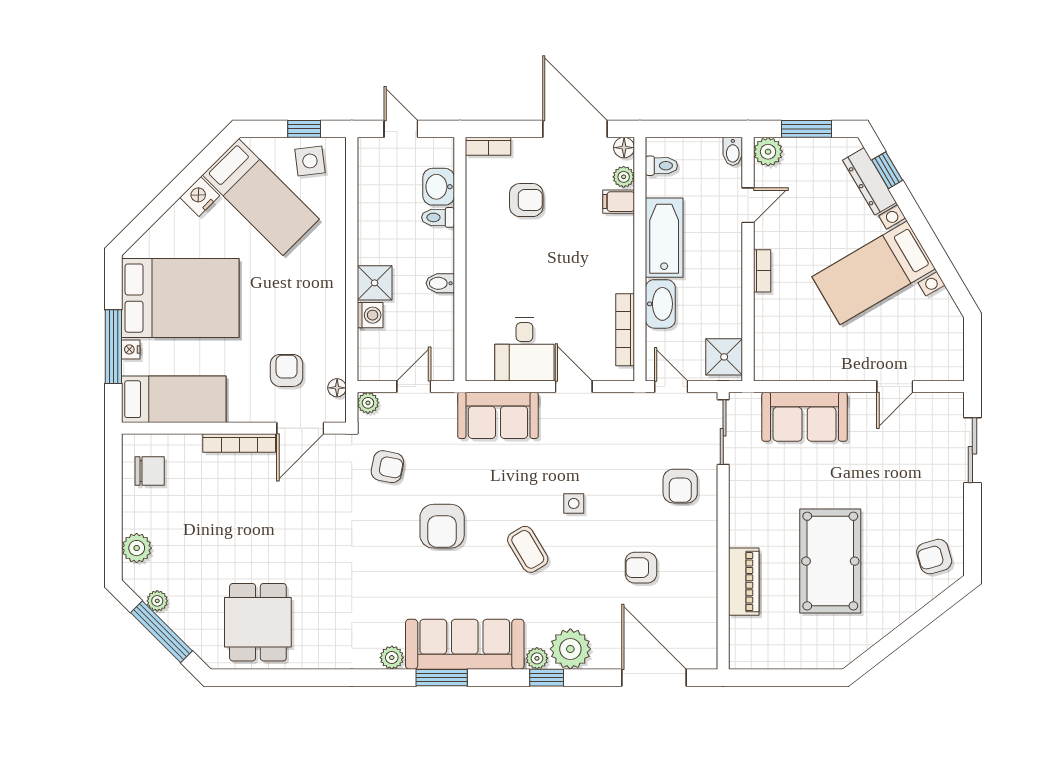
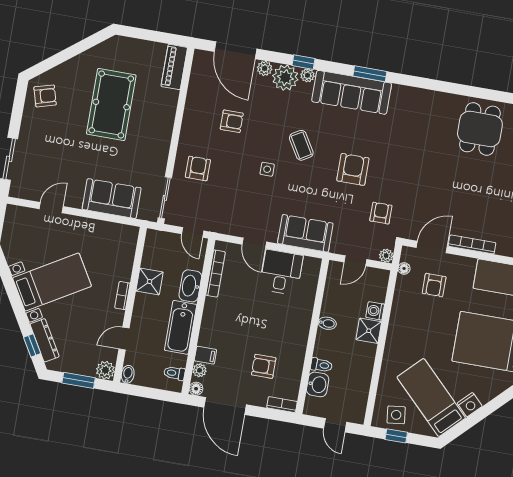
shower: (724, 357) -> (150, 281), moved
armchair: (387, 467) -> (381, 213), turned 79
piano: (744, 582) -> (174, 67), moved
plant: (392, 658) -> (265, 68), moved

